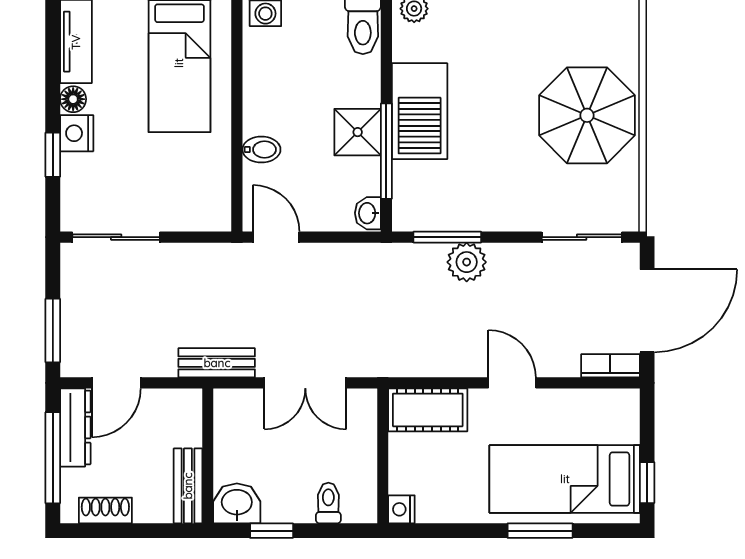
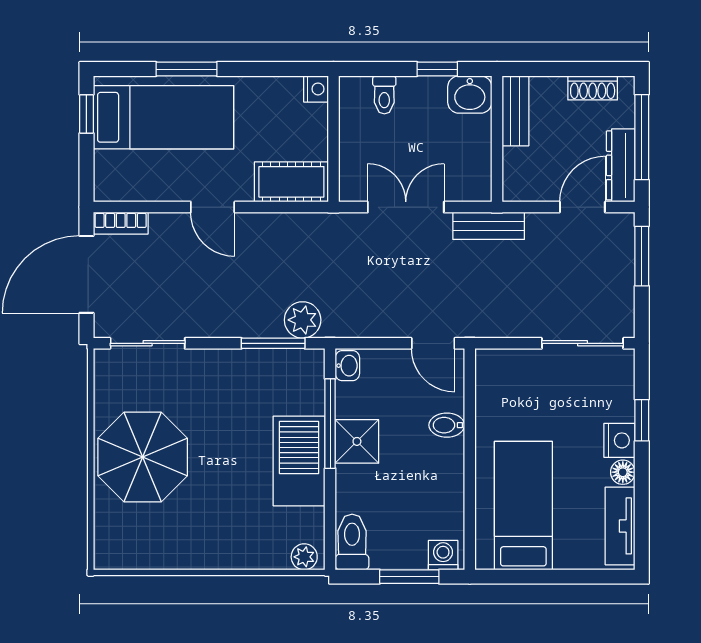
plant: (467, 262) -> (303, 320), moved

